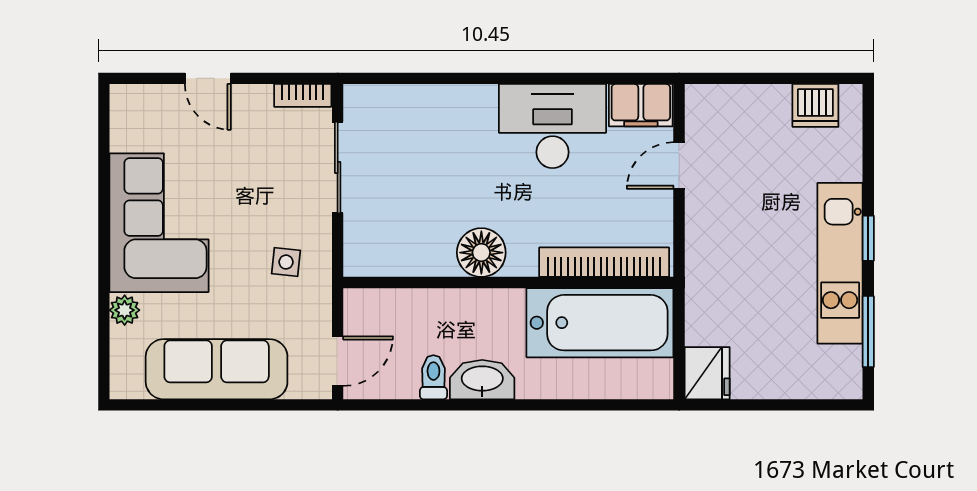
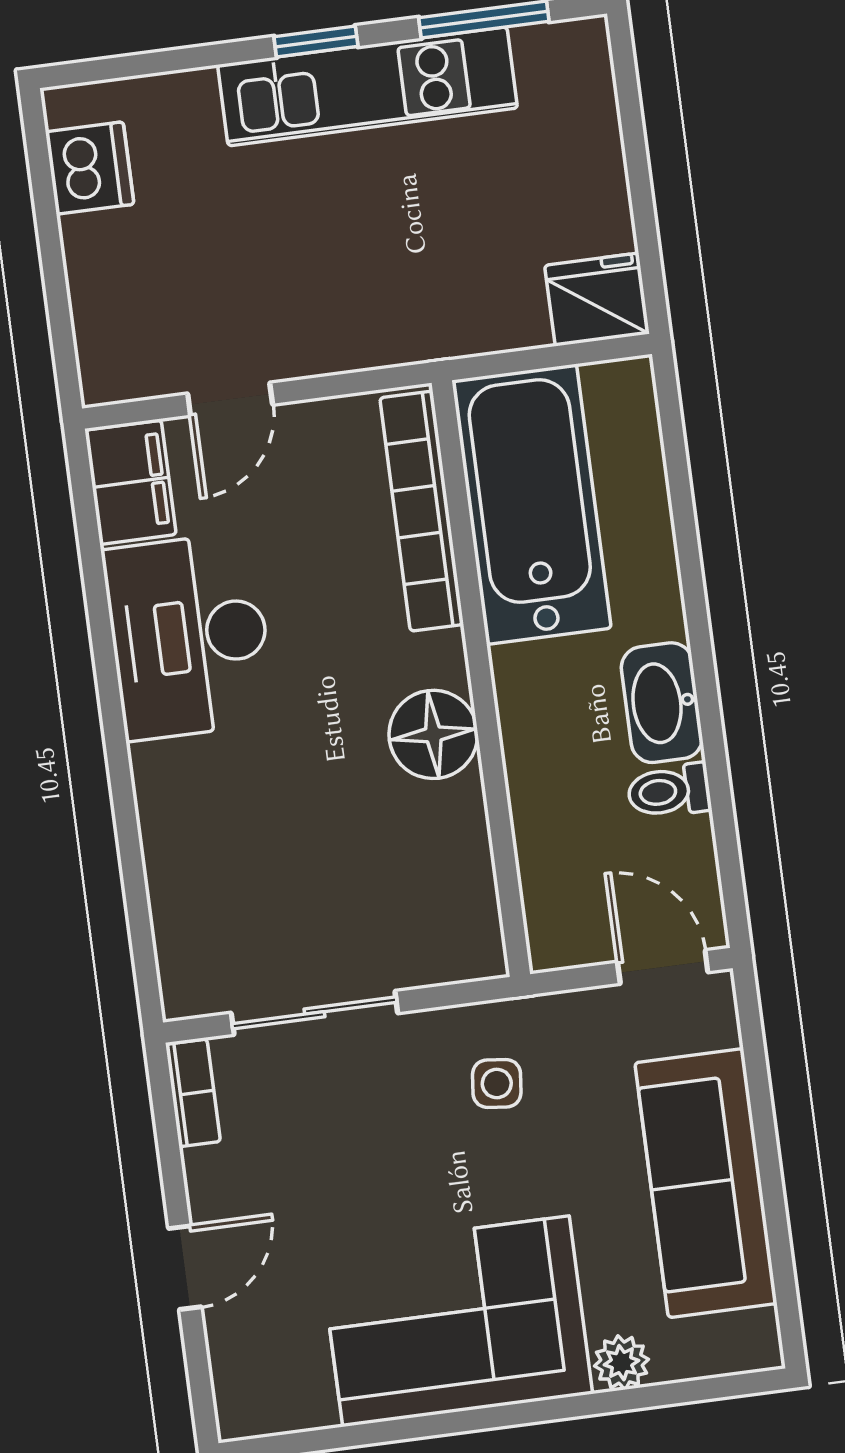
door: (679, 166) -> (230, 399), hinge flipped

